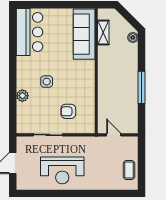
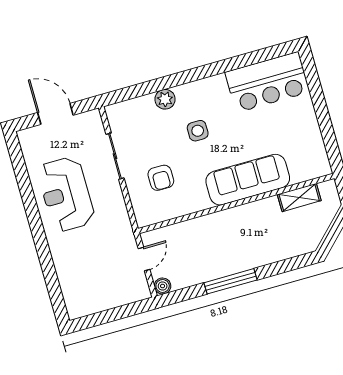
sofa: (84, 34) -> (248, 180), moved
boiler: (133, 37) -> (163, 286), moved
armchair: (68, 111) -> (161, 178), turned 180
coffee table: (129, 170) -> (96, 298), removed

